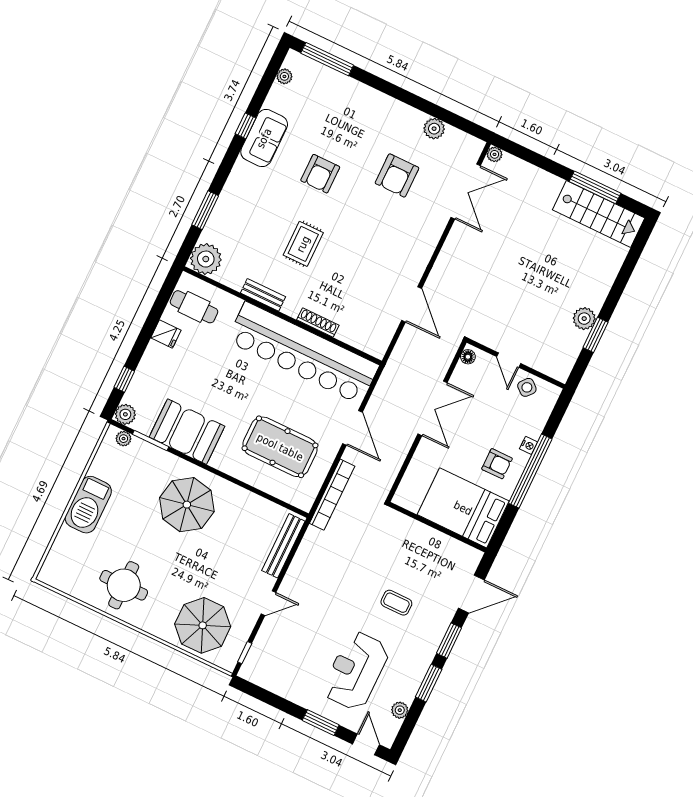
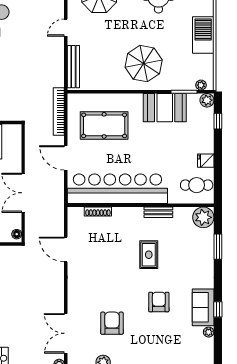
plant: (284, 76) -> (209, 332), moved
shoe rack: (318, 322) -> (98, 211), moved

